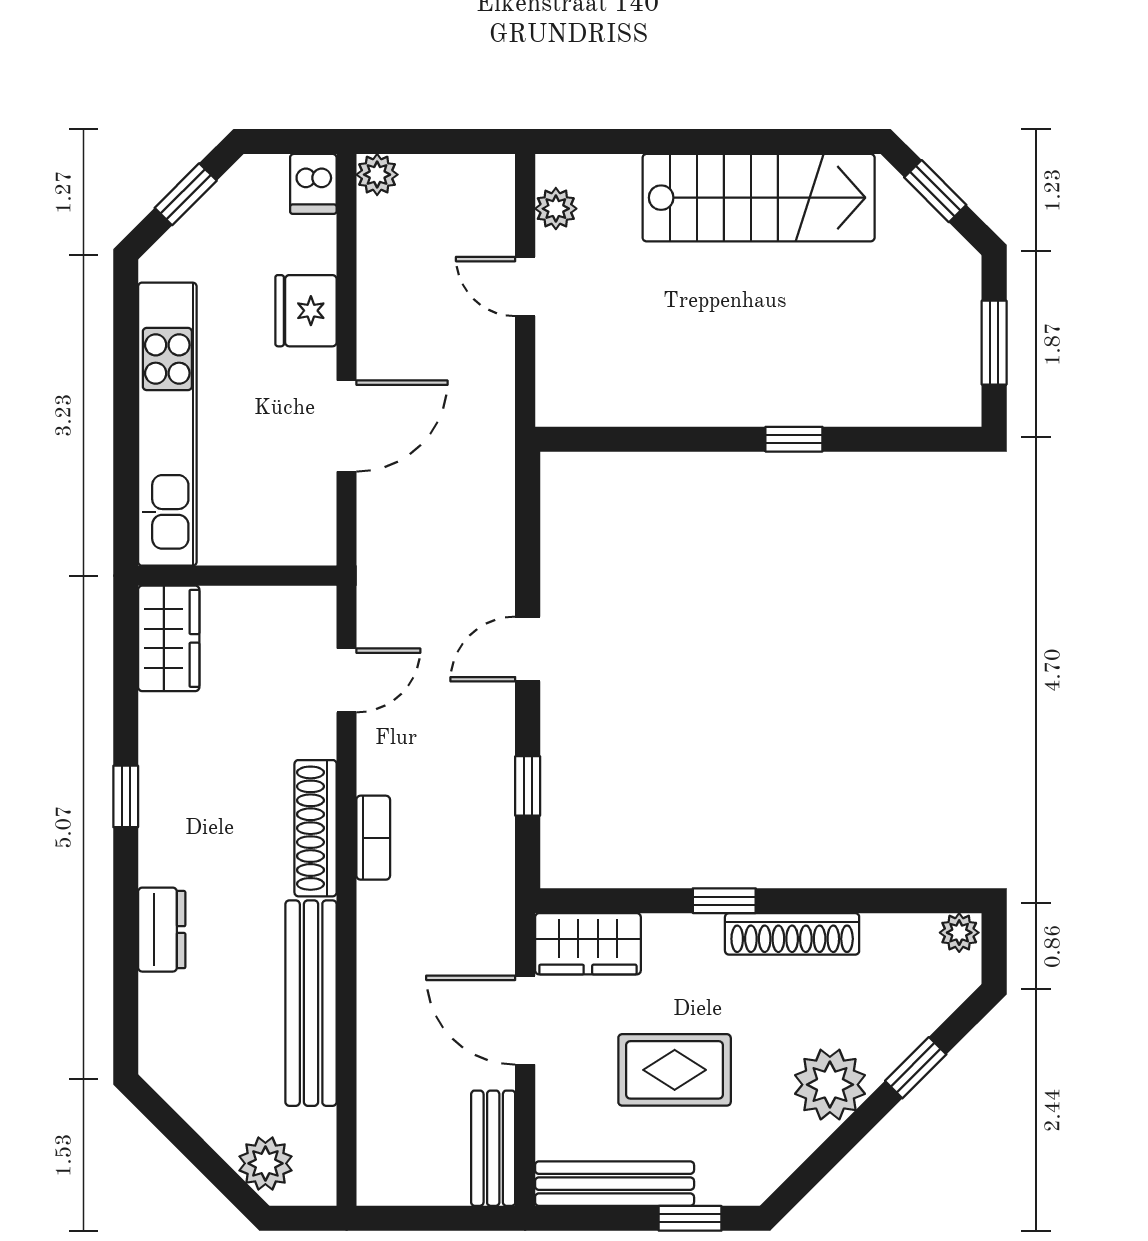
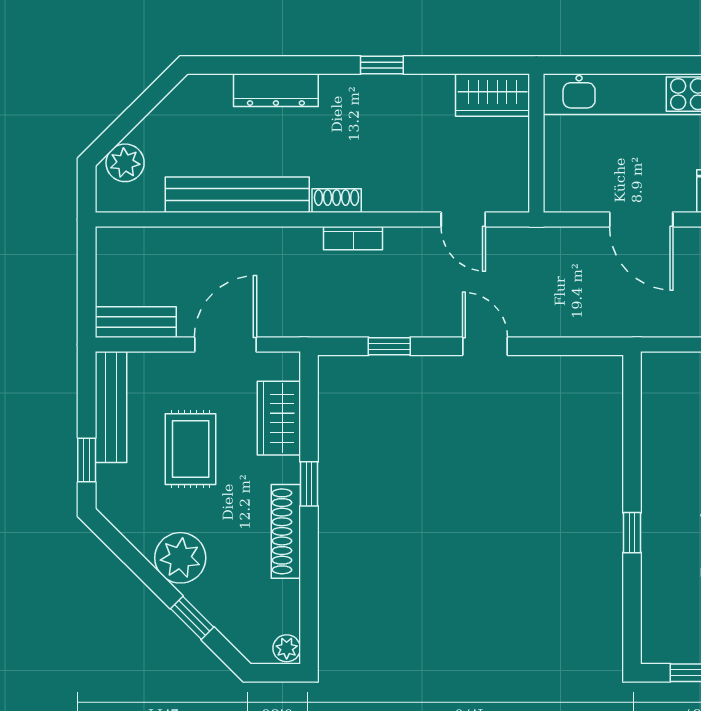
shoe rack: (316, 828) -> (337, 201), width x0.51, depth x0.81
dresser: (162, 930) -> (276, 90), width x1.44
wardrobe: (588, 944) -> (279, 418), moved

